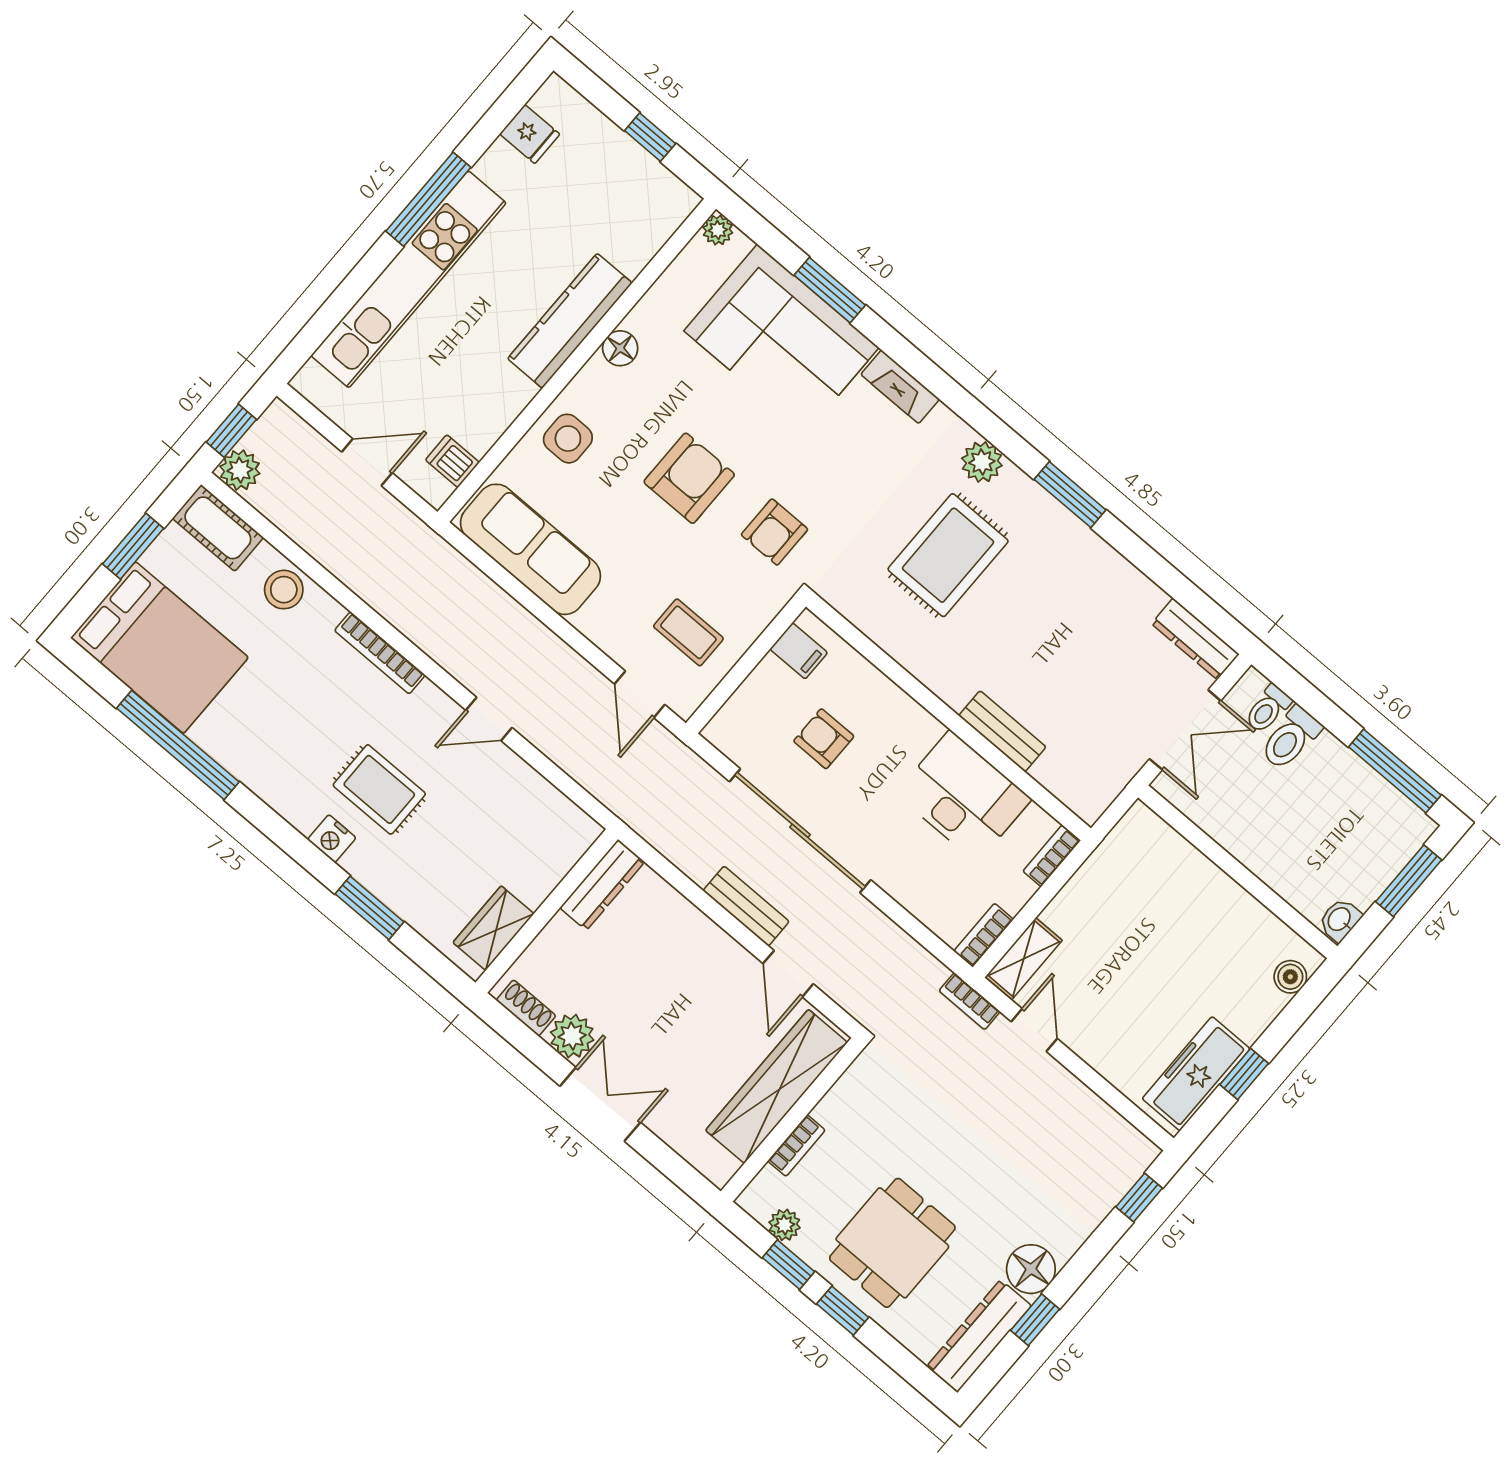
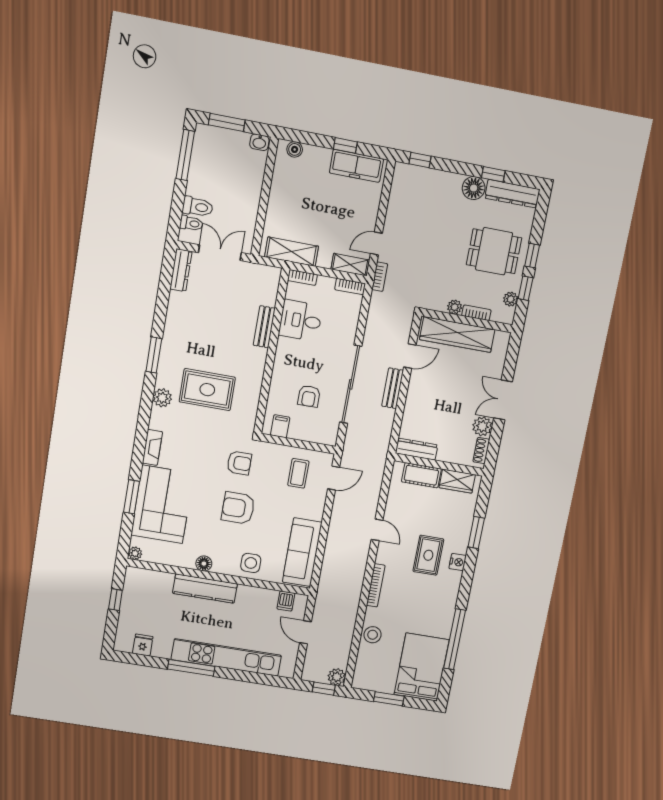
cot: (218, 528) -> (421, 475), moved, turned 90
desk: (963, 796) -> (301, 320), width x0.73
shelving: (1110, 863) -> (292, 252), added
plant: (831, 1110) -> (455, 307), added

